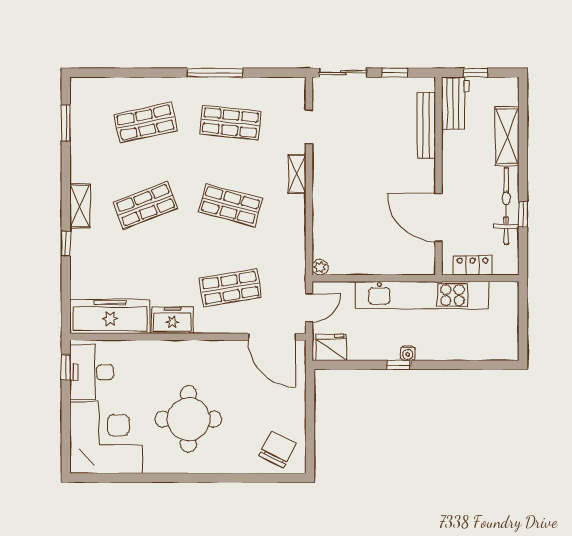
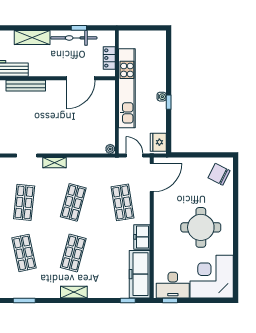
shop shelf: (145, 205) -> (73, 253), turned 36
window: (66, 244) -> (128, 300), moved

